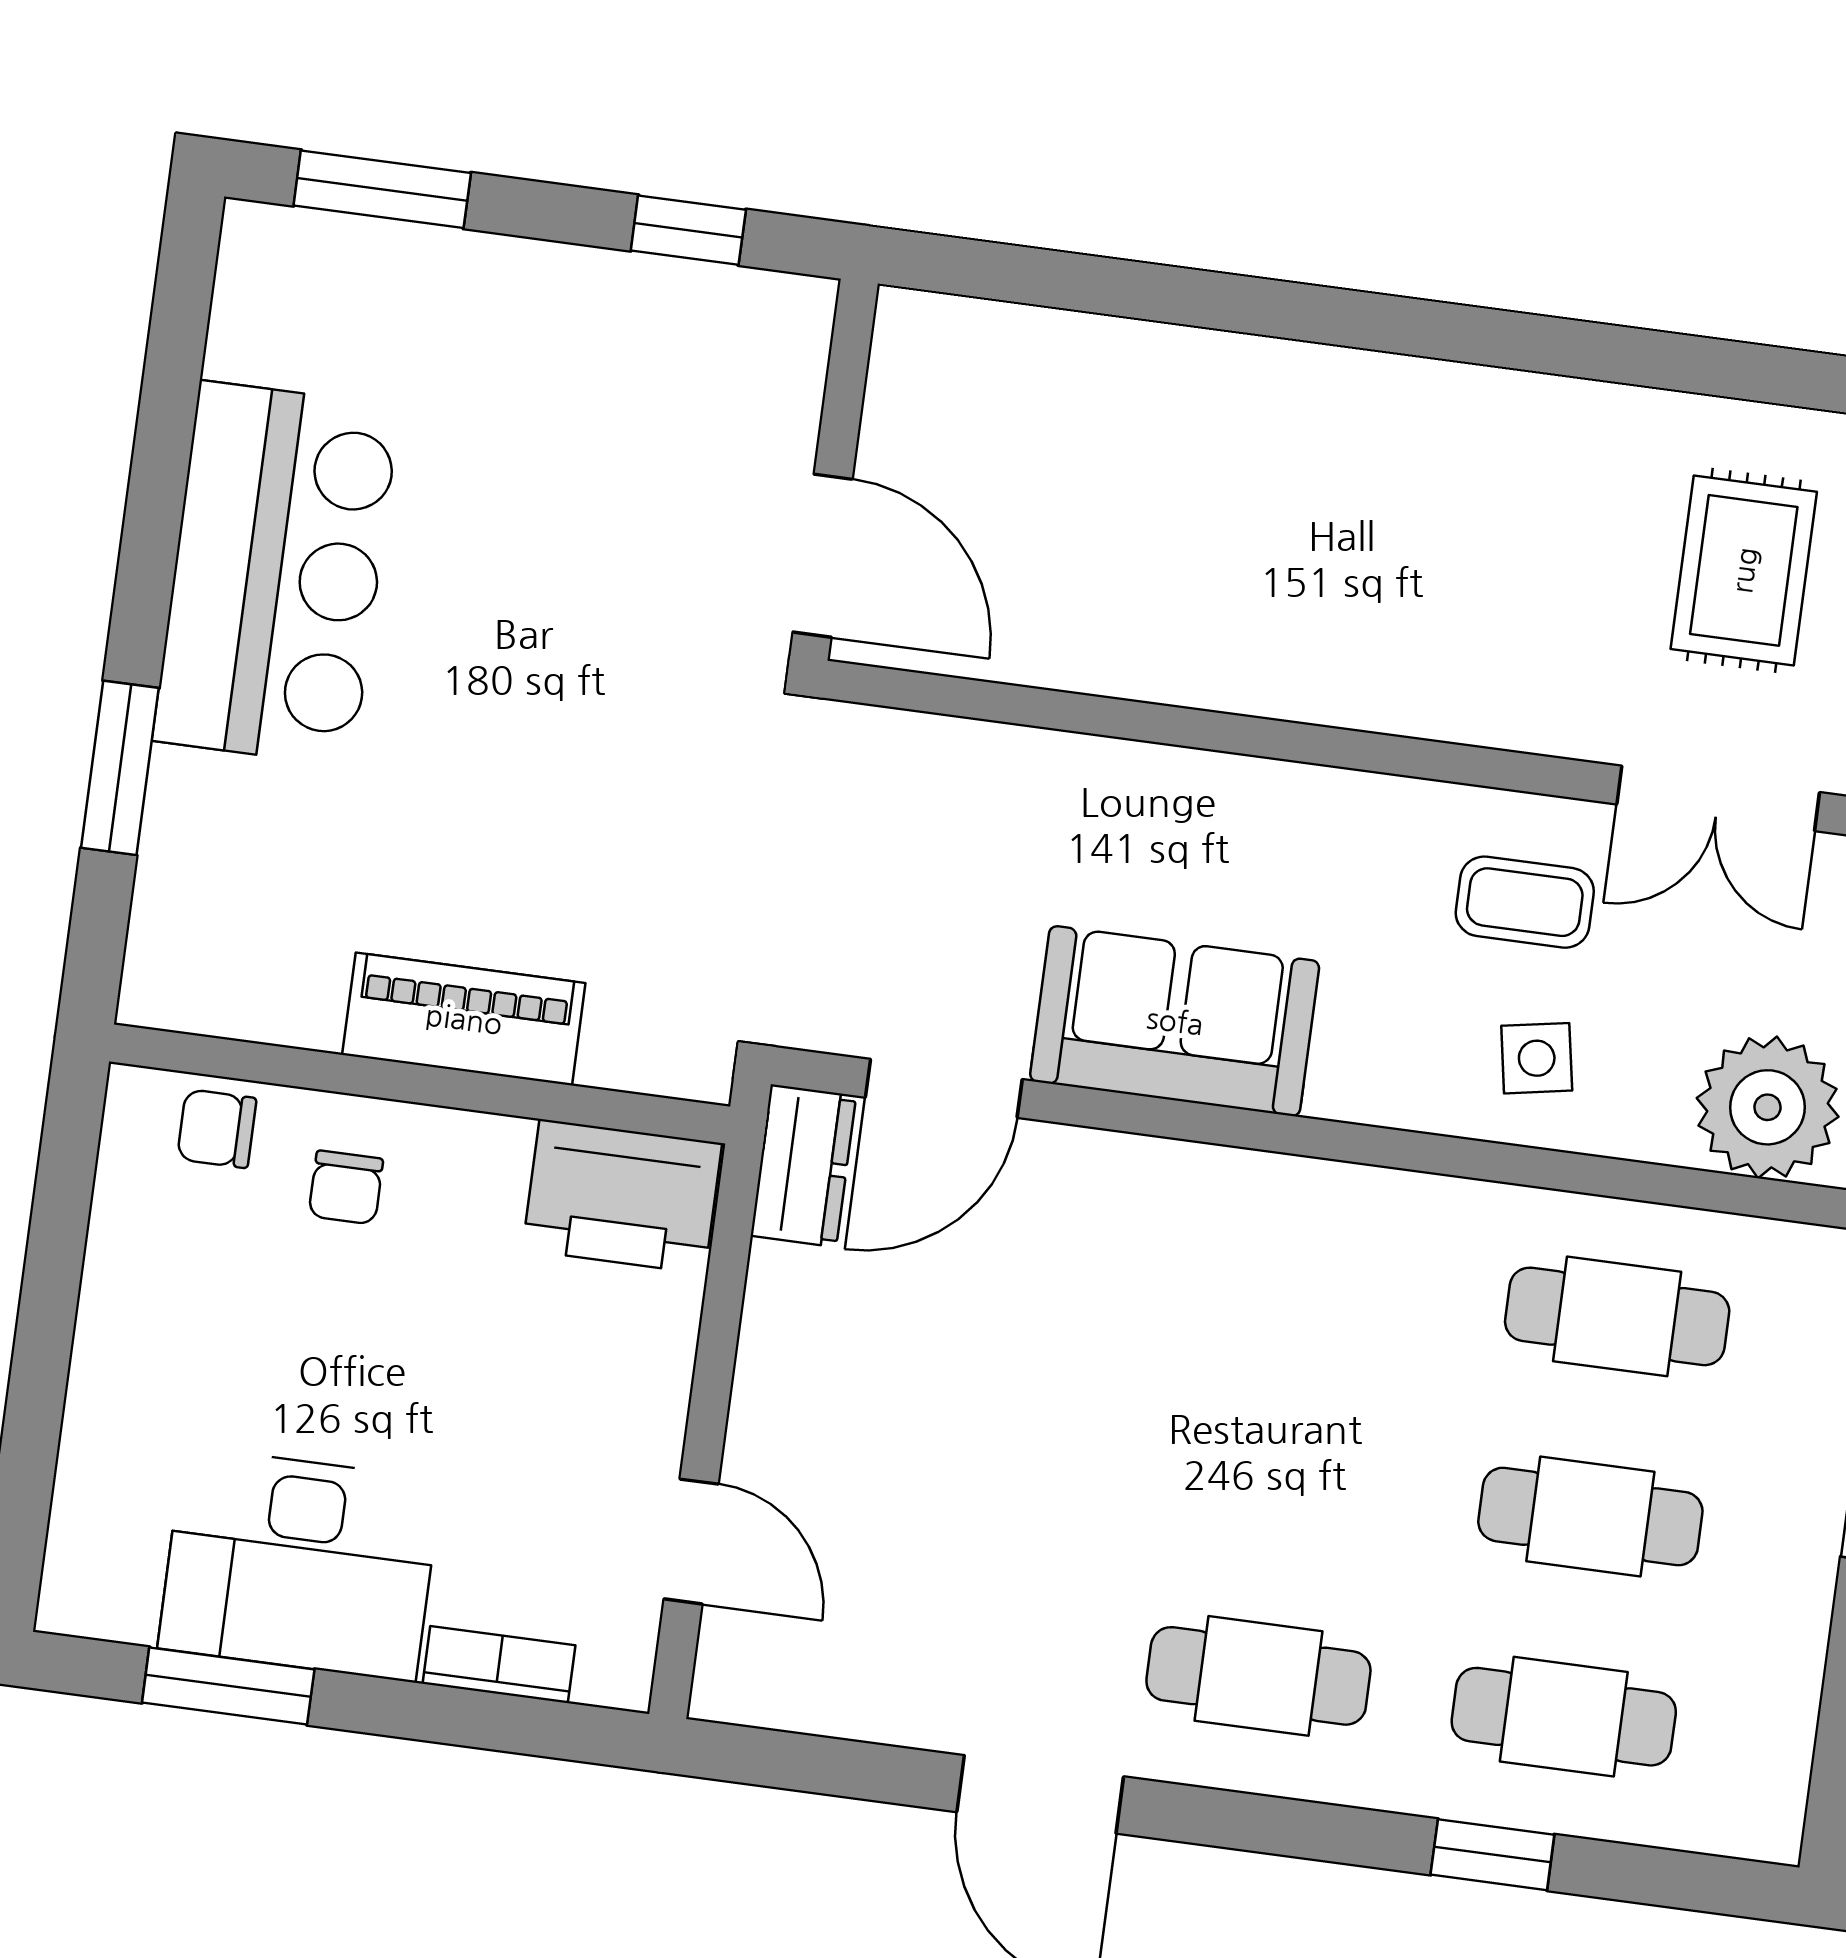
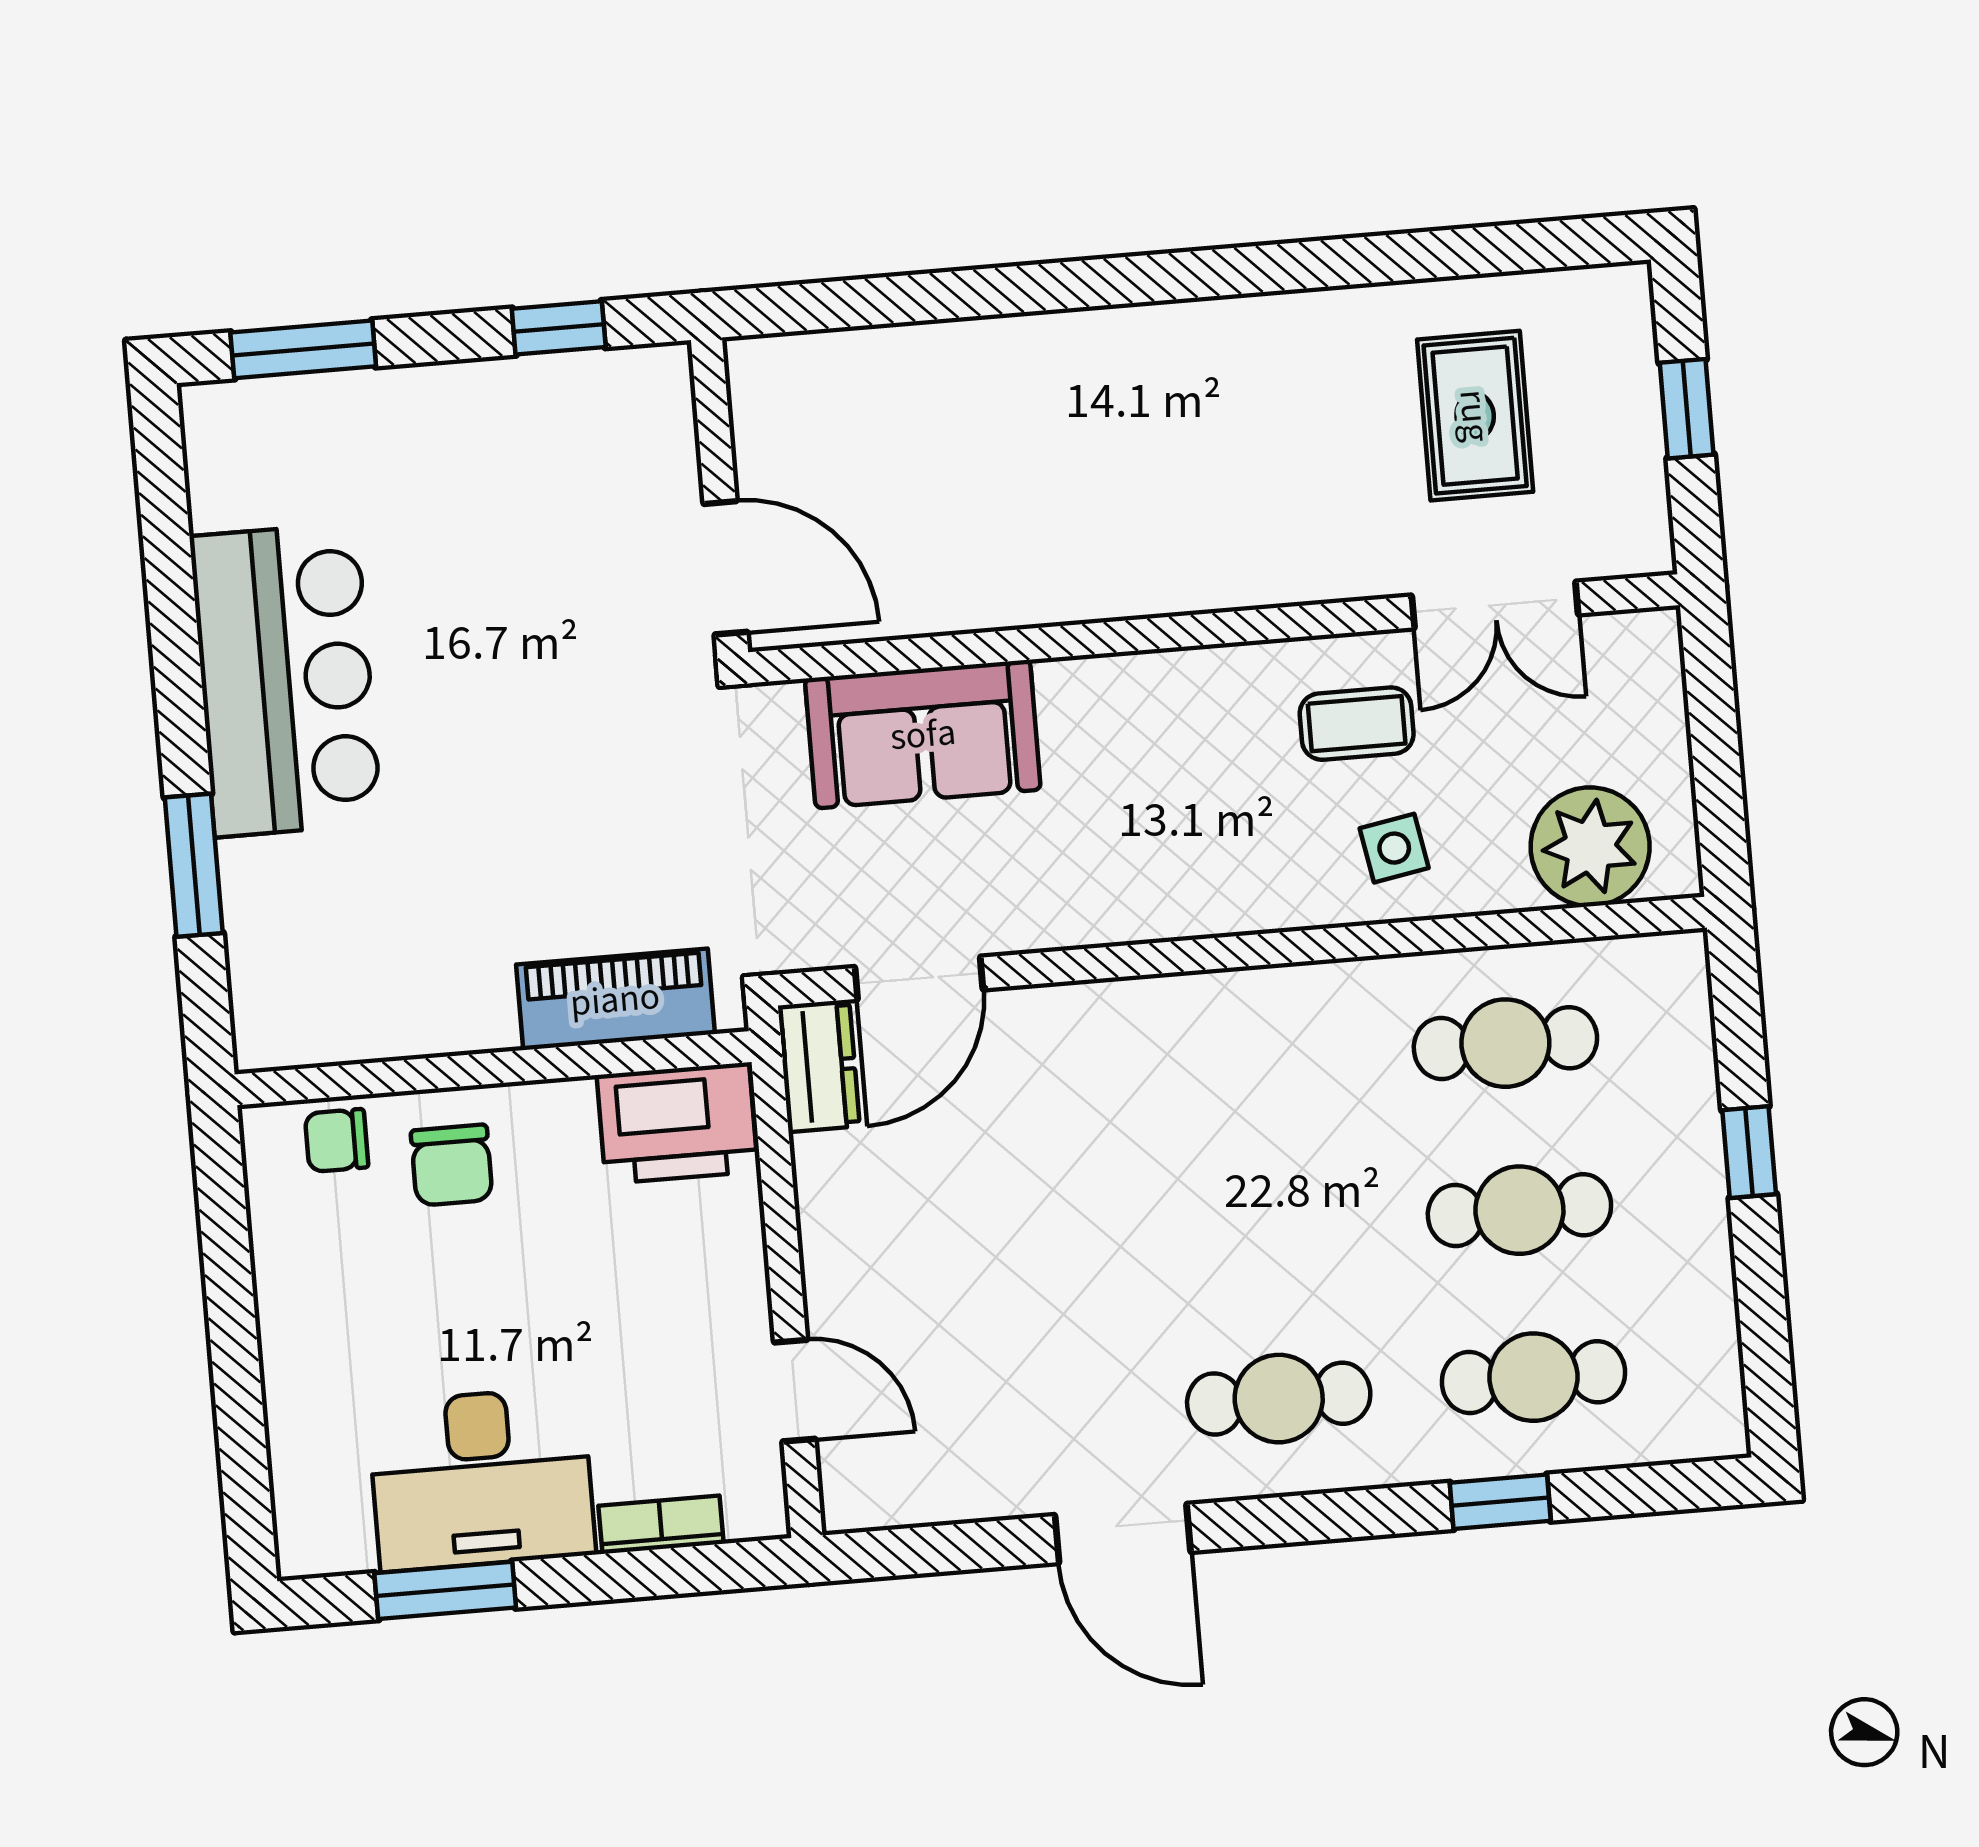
piano: (464, 1019) -> (615, 999), moved
sofa: (1175, 1021) -> (923, 734), moved, turned 180
chair: (346, 1187) -> (452, 1165), width x1.37, depth x1.37

